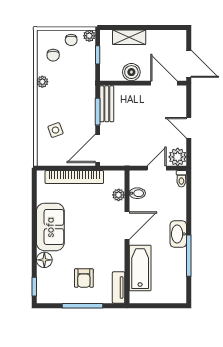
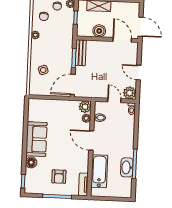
door: (157, 168) -> (114, 100), hinge flipped
bookcase: (74, 177) -> (55, 104), removed
plant: (116, 179) -> (85, 107), added
door: (127, 226) -> (91, 140), swing flipped
washbasin: (178, 234) -> (127, 167), moved

